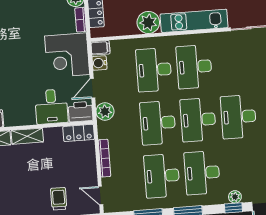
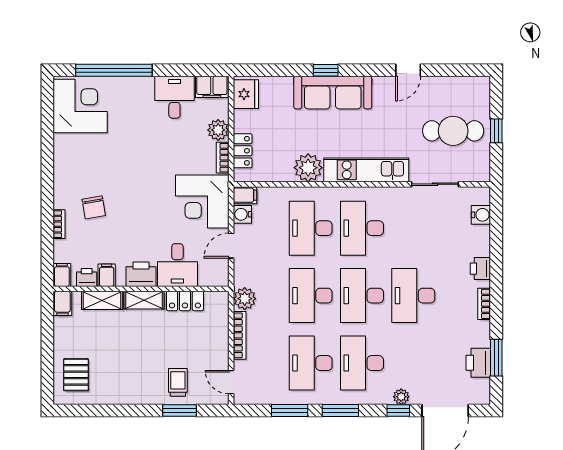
plant: (105, 111) -> (245, 299), moved
printer: (81, 112) -> (141, 274), moved
locker: (79, 133) -> (185, 301), moved

